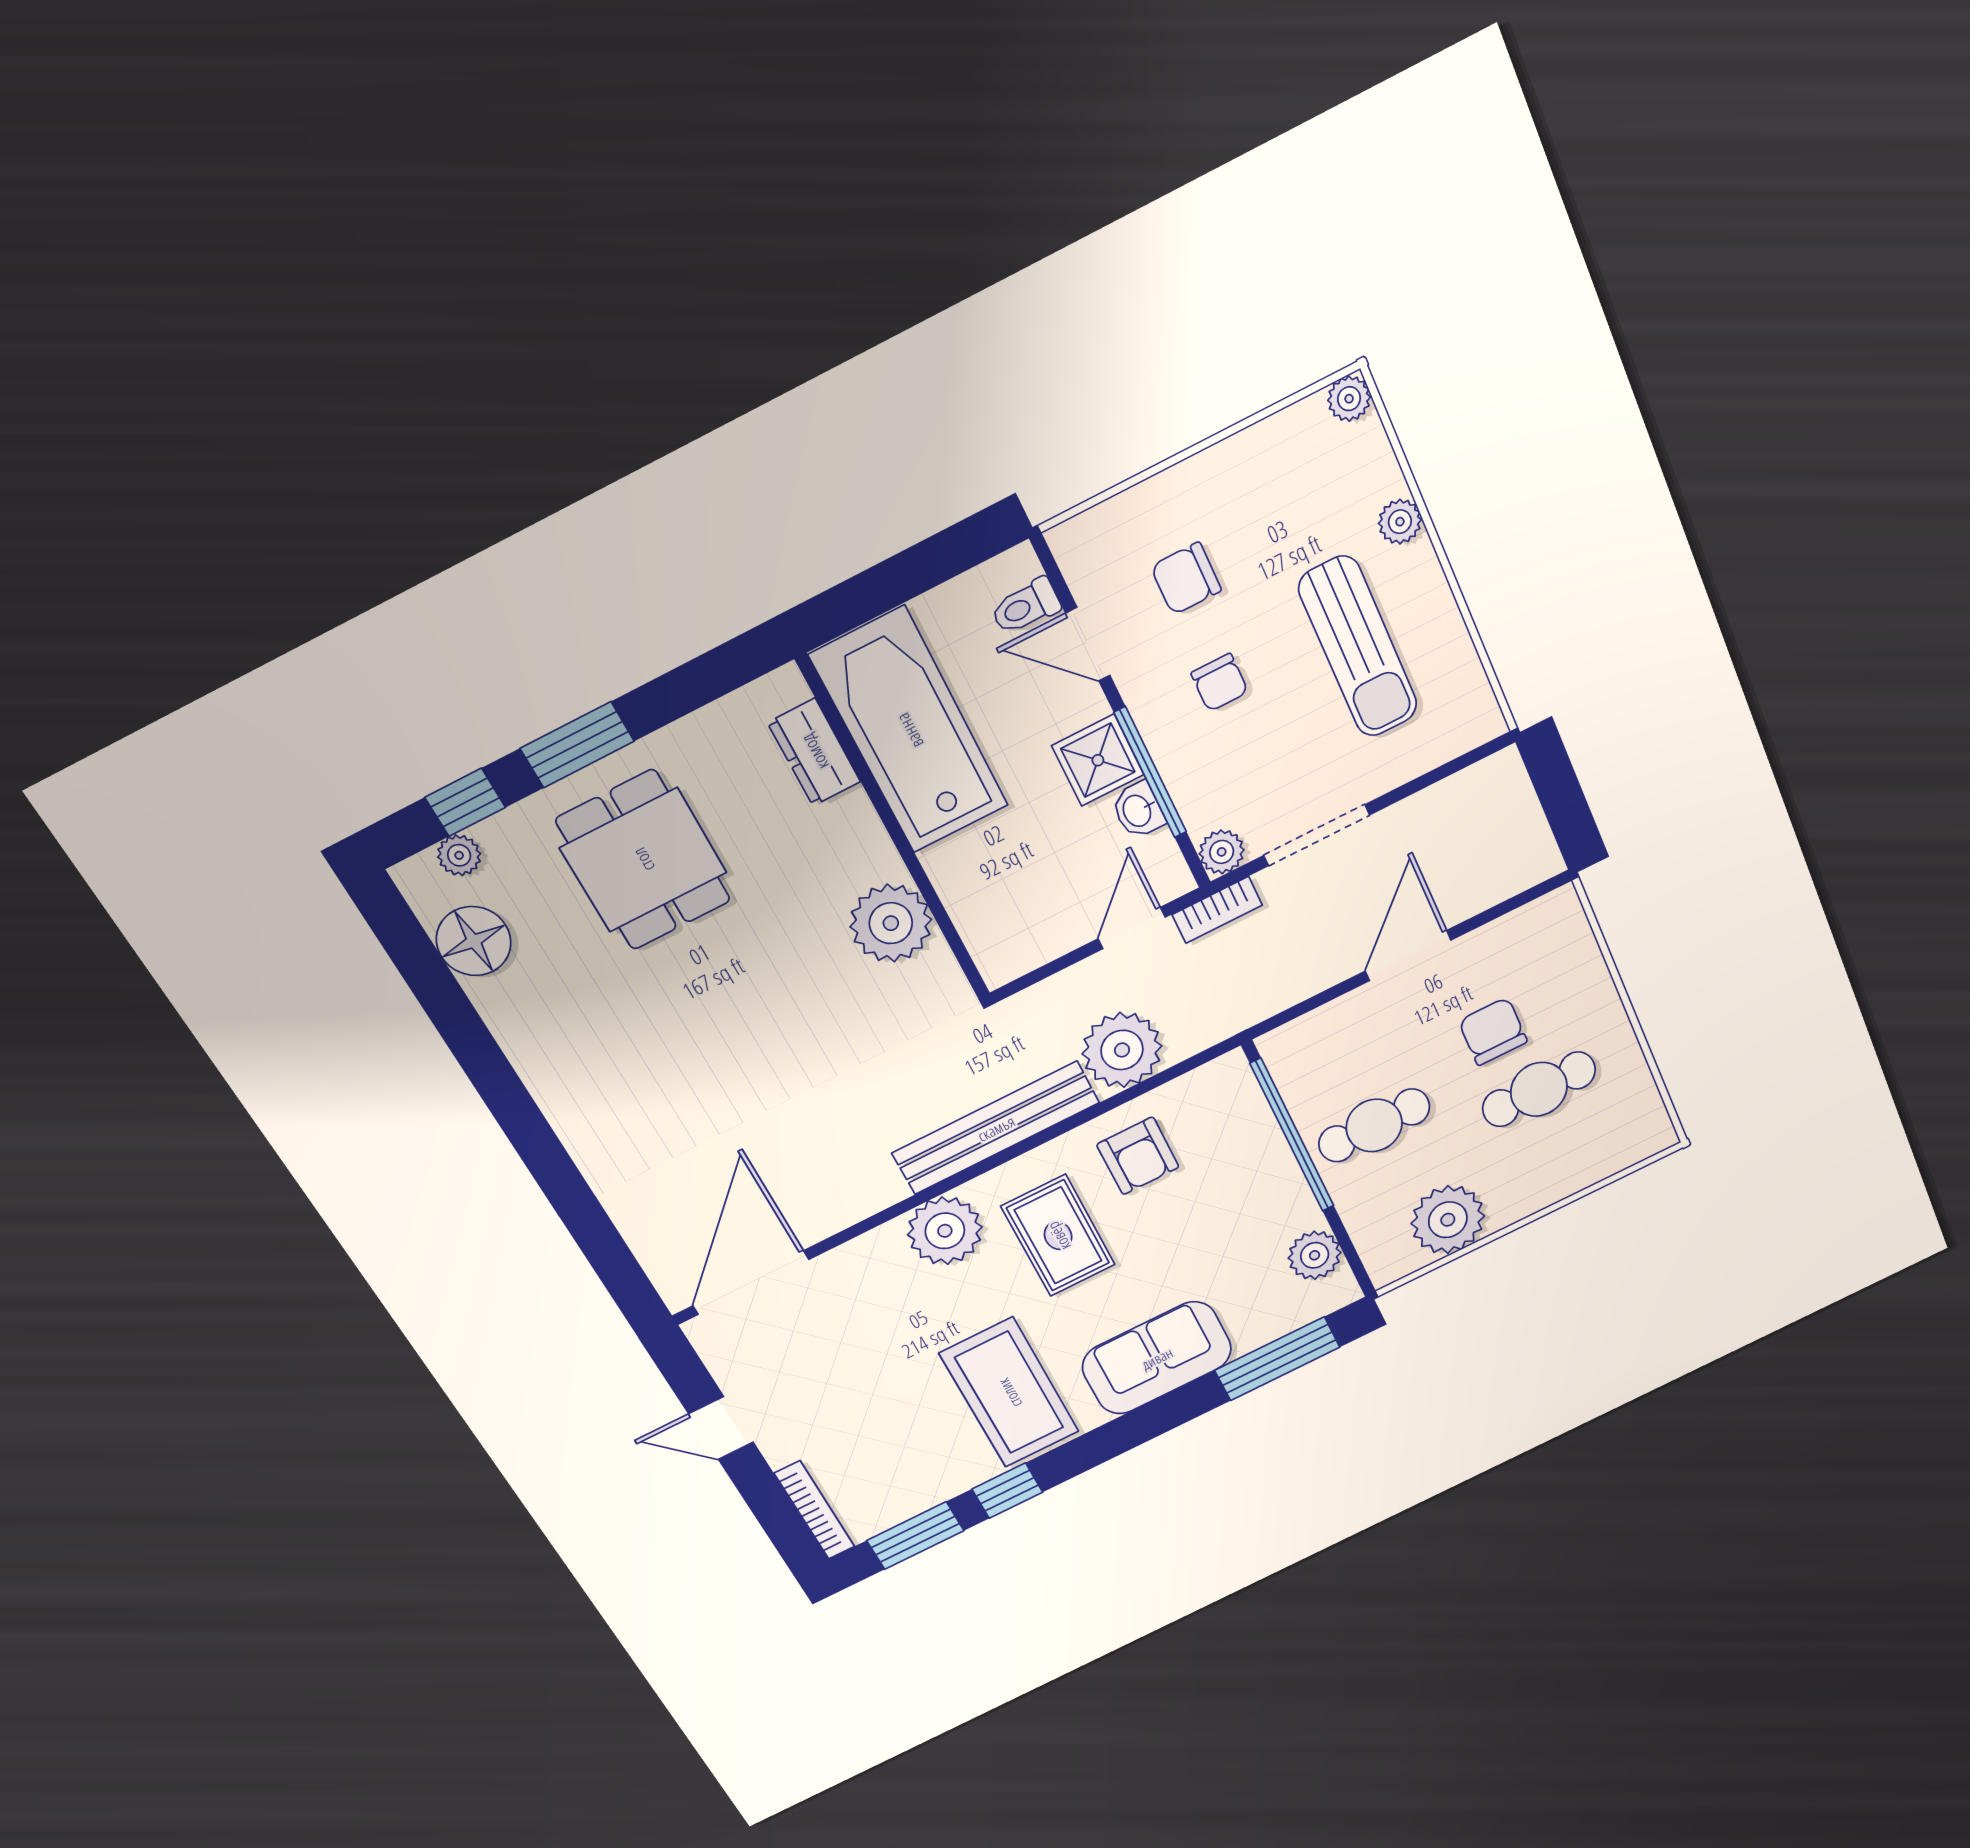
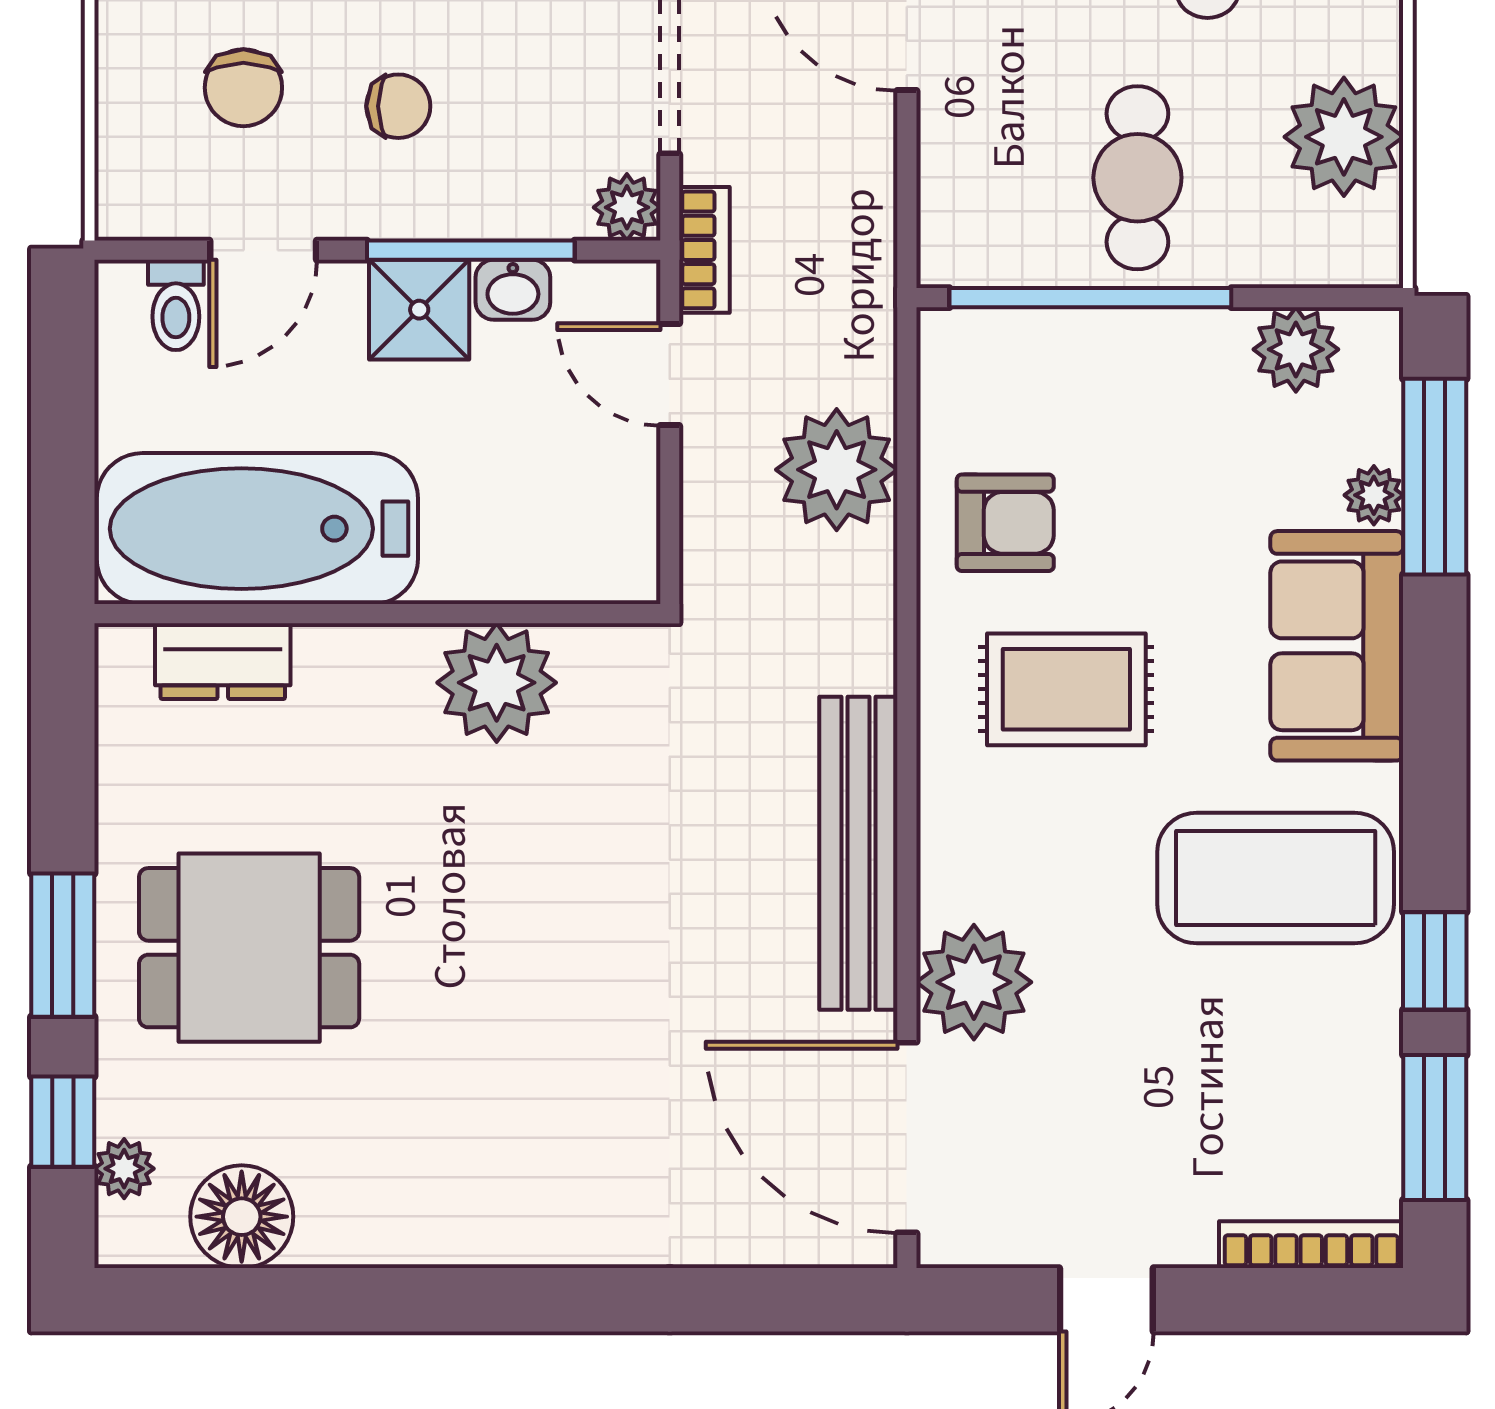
bench: (996, 1128) -> (858, 853), moved
plant: (945, 1231) -> (974, 982), moved
plant: (1251, 1334) -> (1374, 495), added

